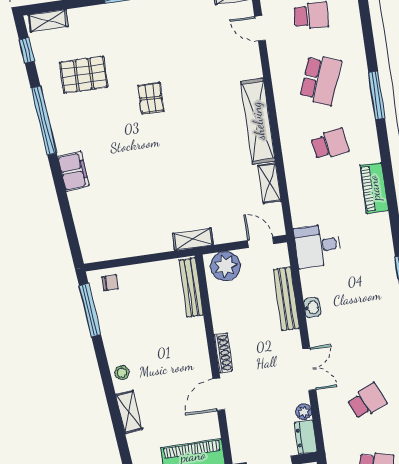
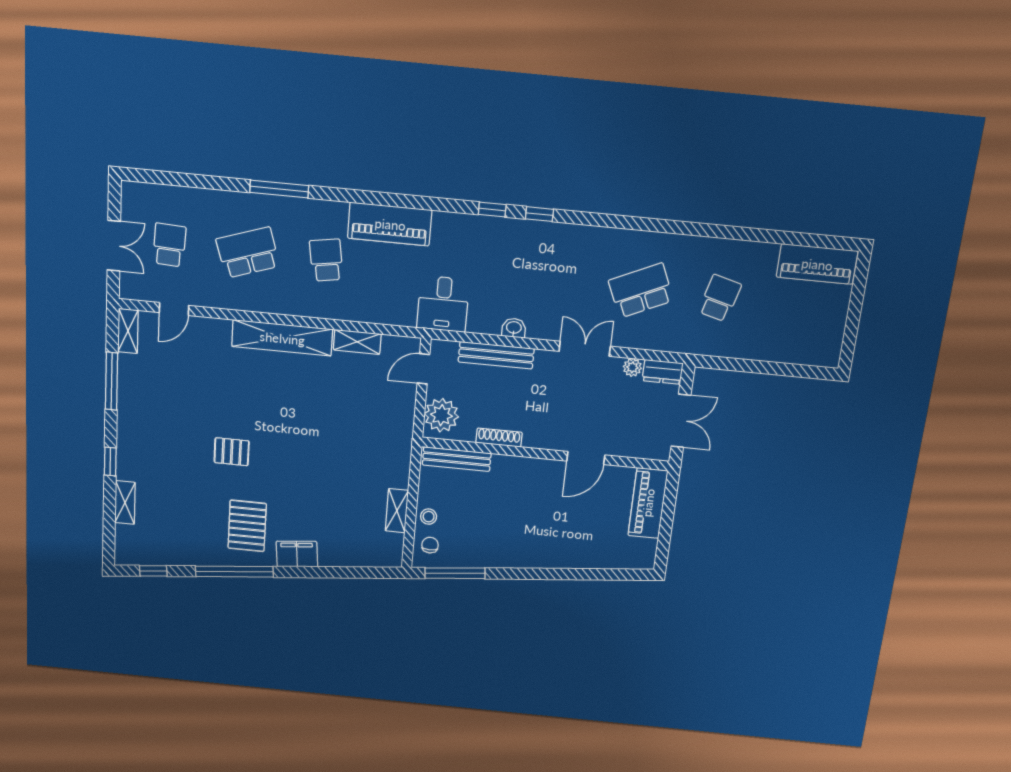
shelving: (48, 21) -> (125, 503), moved
pallet: (84, 75) -> (247, 526), moved
school desk: (320, 80) -> (248, 253), turned -39
piano: (374, 188) -> (390, 224), width x1.37, depth x1.33
shelving: (193, 239) -> (397, 511), moved
shoe rack: (223, 353) -> (499, 438), moved
stool: (122, 373) -> (429, 517), moved
door: (219, 394) -> (586, 458), hinge flipped
school desk: (367, 401) -> (641, 291), width x1.85
shelving: (129, 412) -> (579, 559), removed

